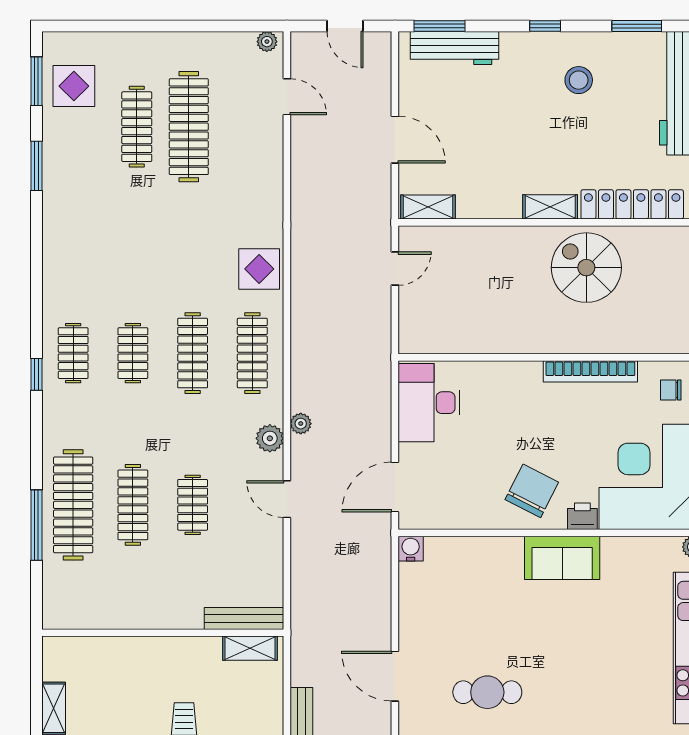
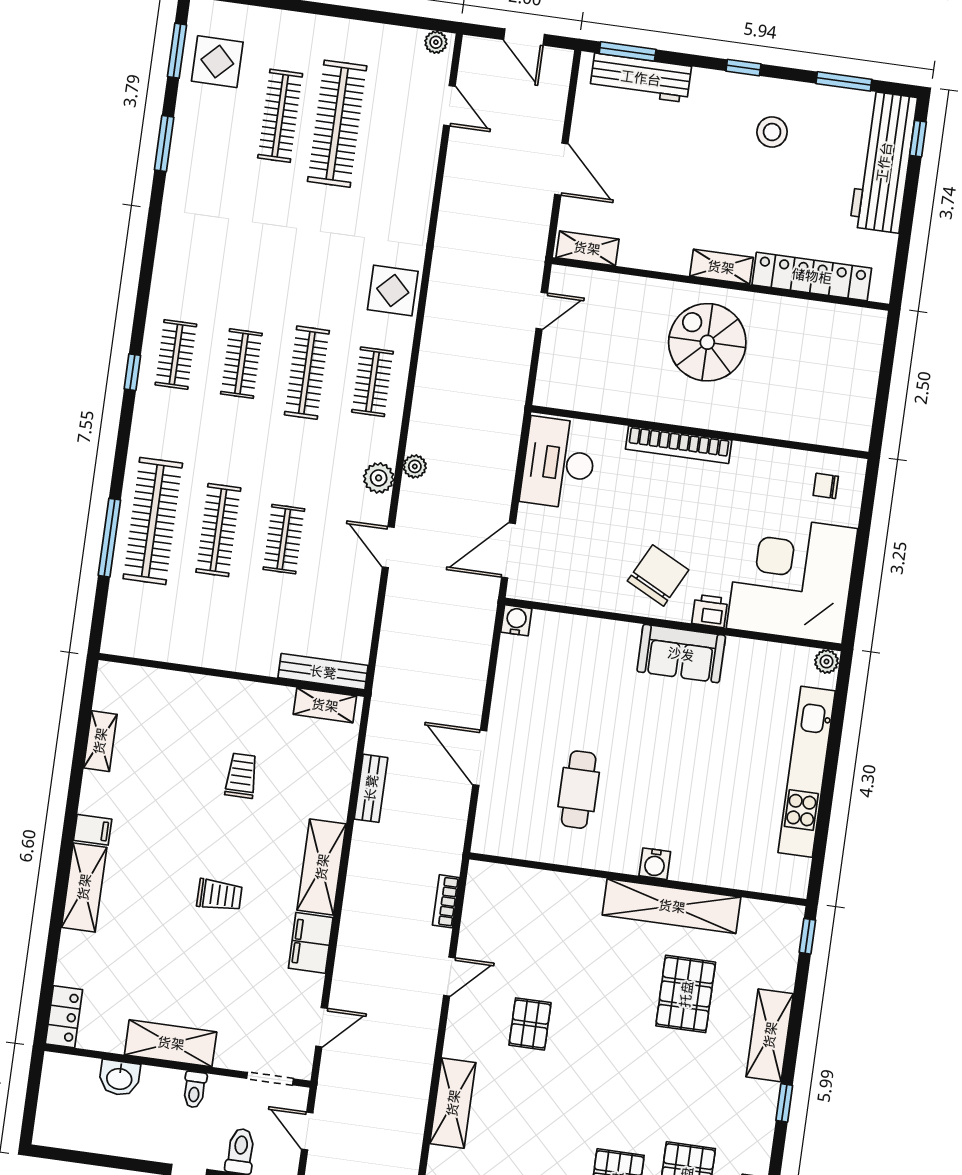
spiral stairs: (586, 268) -> (707, 342), moved
clothes rail: (252, 353) -> (372, 382), width x0.73
bookcase: (590, 371) -> (679, 445), moved
cafe table: (487, 692) -> (579, 790), turned 90

